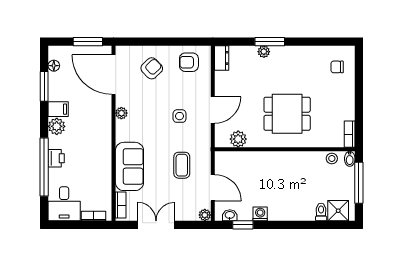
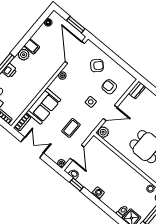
armchair: (189, 62) -> (109, 87), moved
window: (44, 86) -> (34, 29), removed
plant: (238, 139) -> (103, 132), moved
washing machine: (260, 214) -> (98, 193), moved

